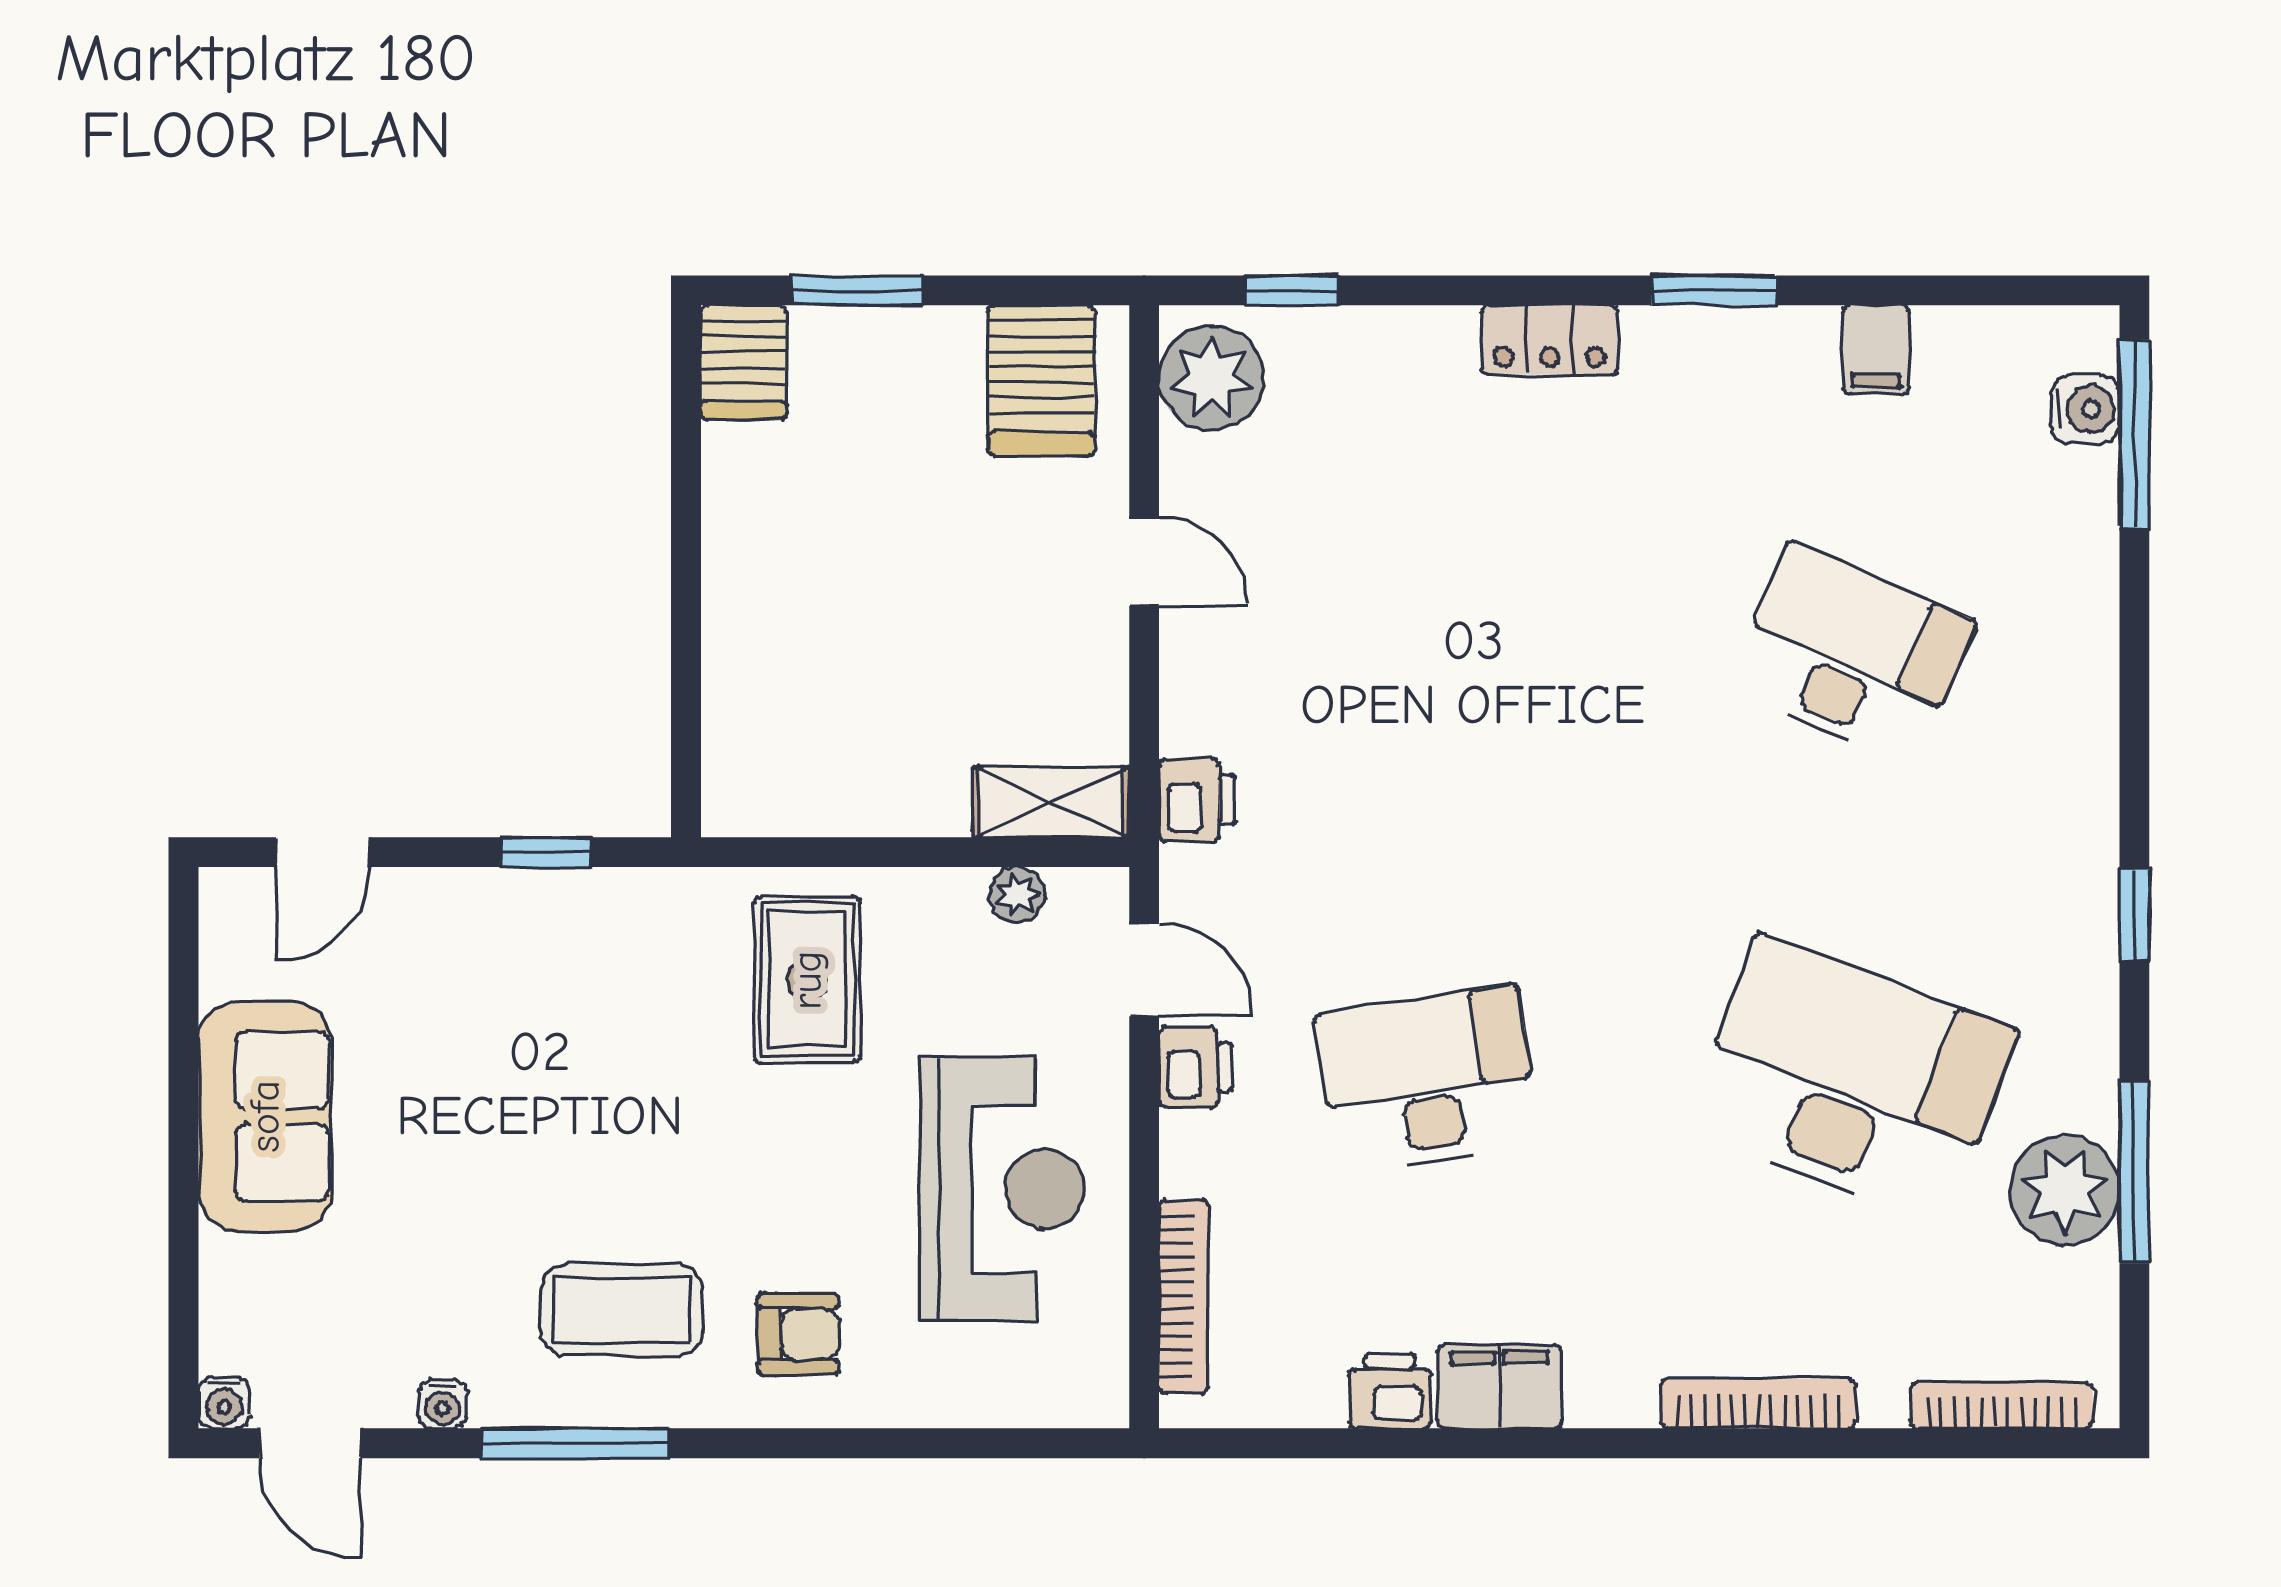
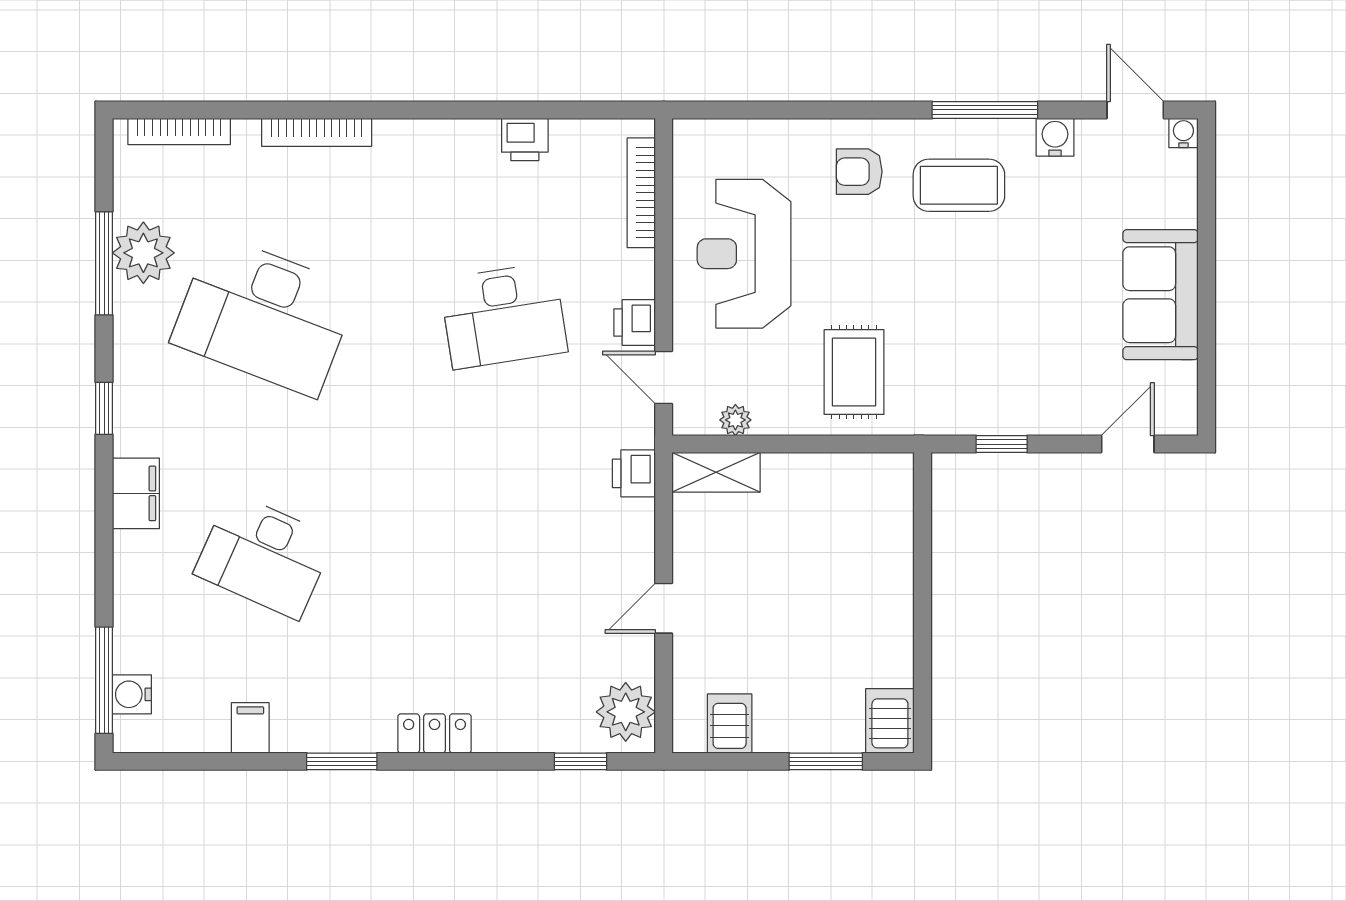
server rack: (1042, 380) -> (730, 724), width x0.73, depth x0.70
door: (1144, 561) -> (664, 608), hinge flipped
filing cabinet: (1499, 1387) -> (136, 493), moved, turned -90
water cooler: (442, 1404) -> (1055, 137), width x1.38, depth x1.38

